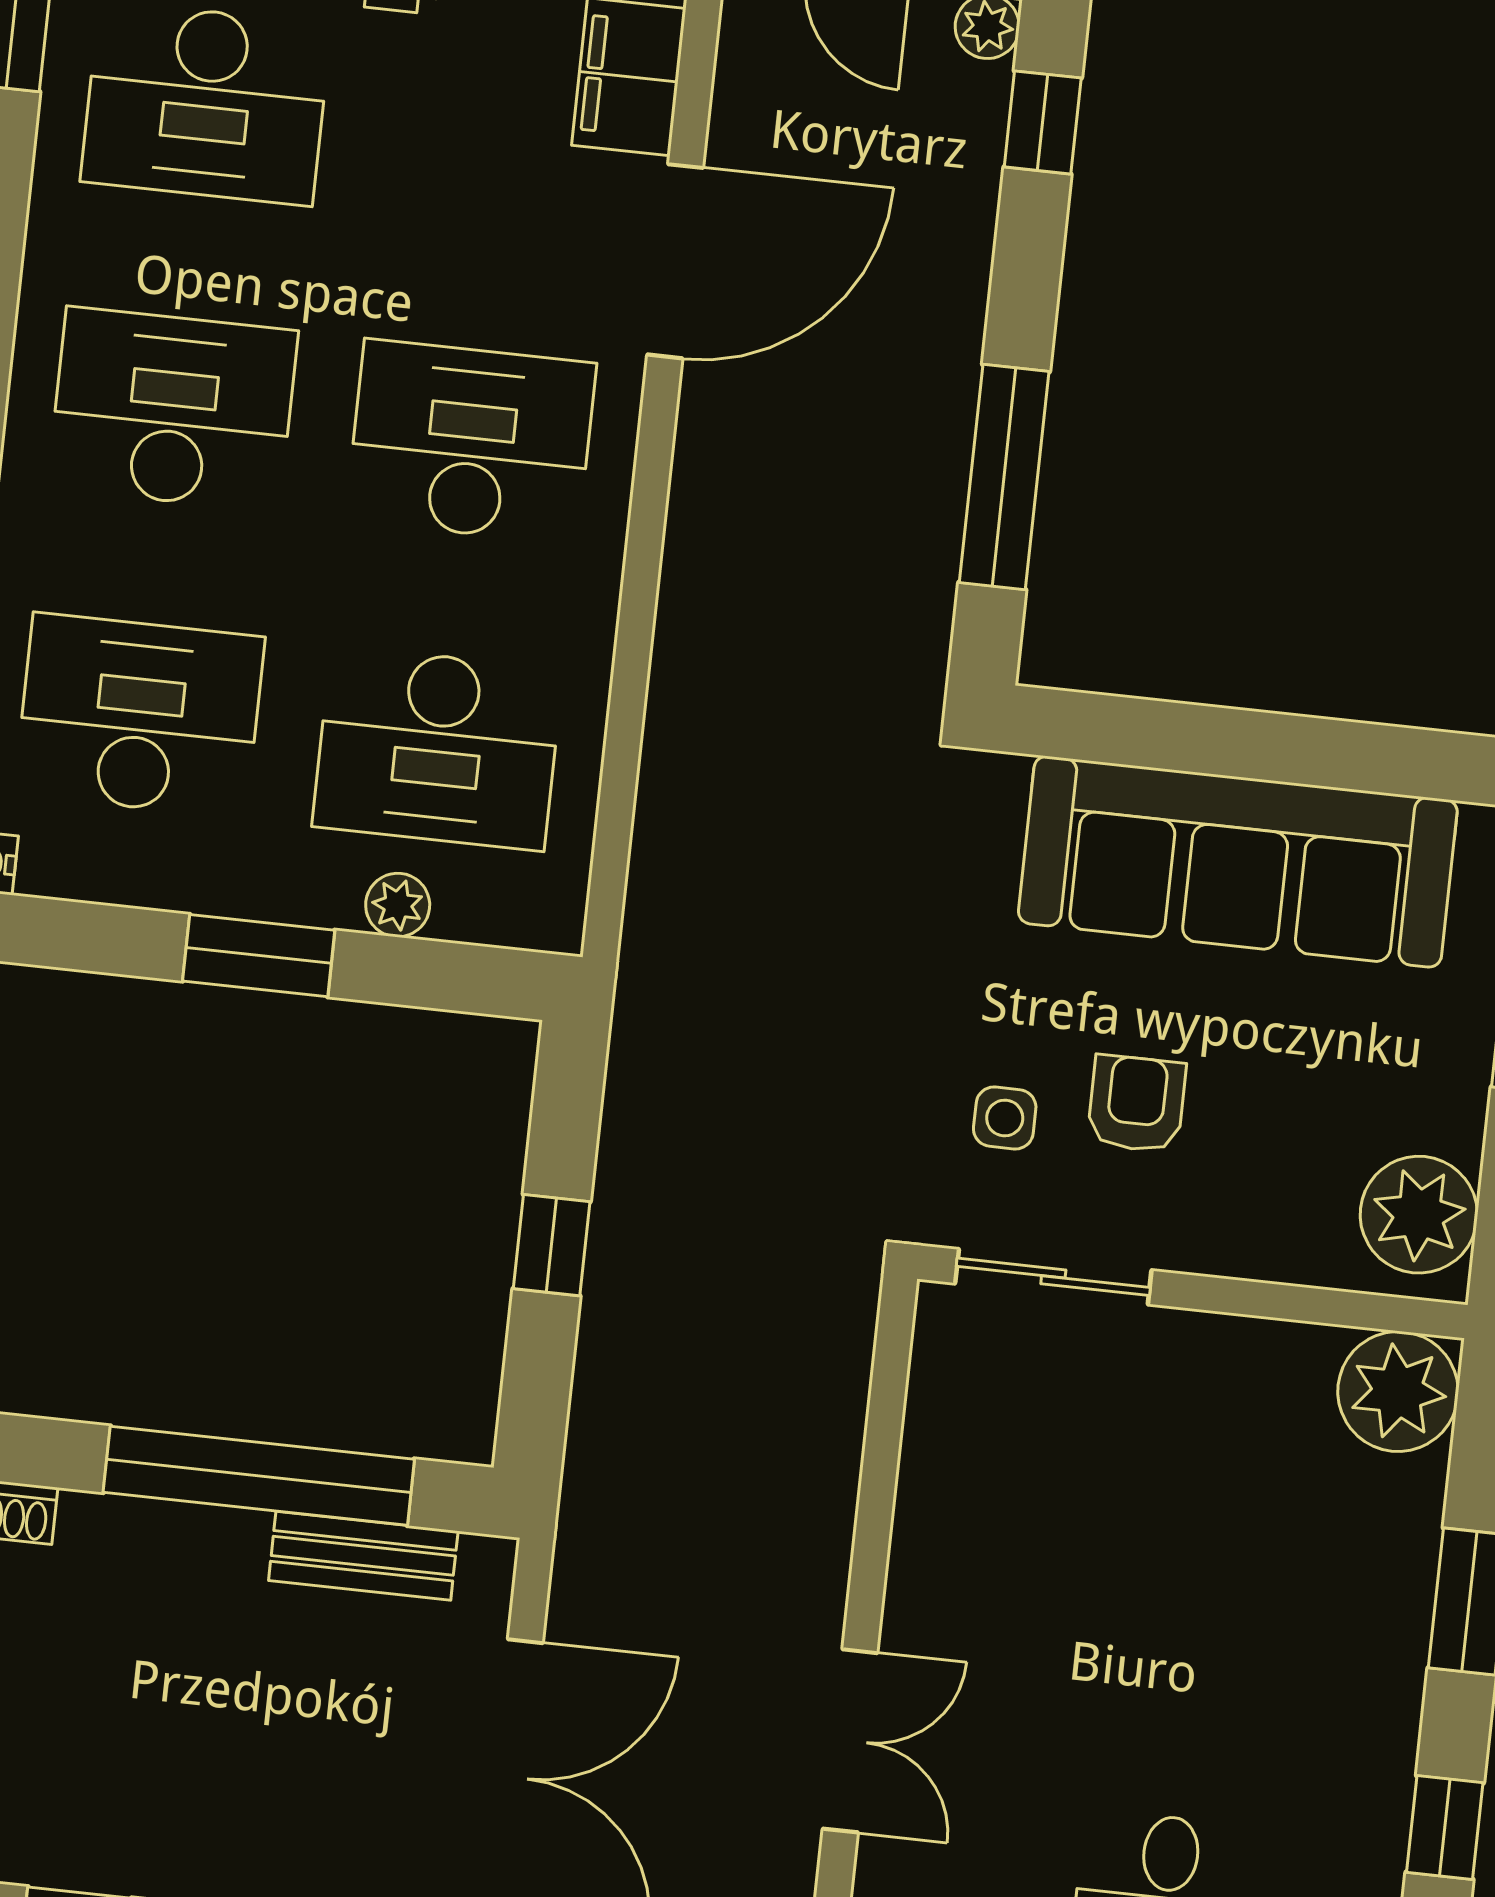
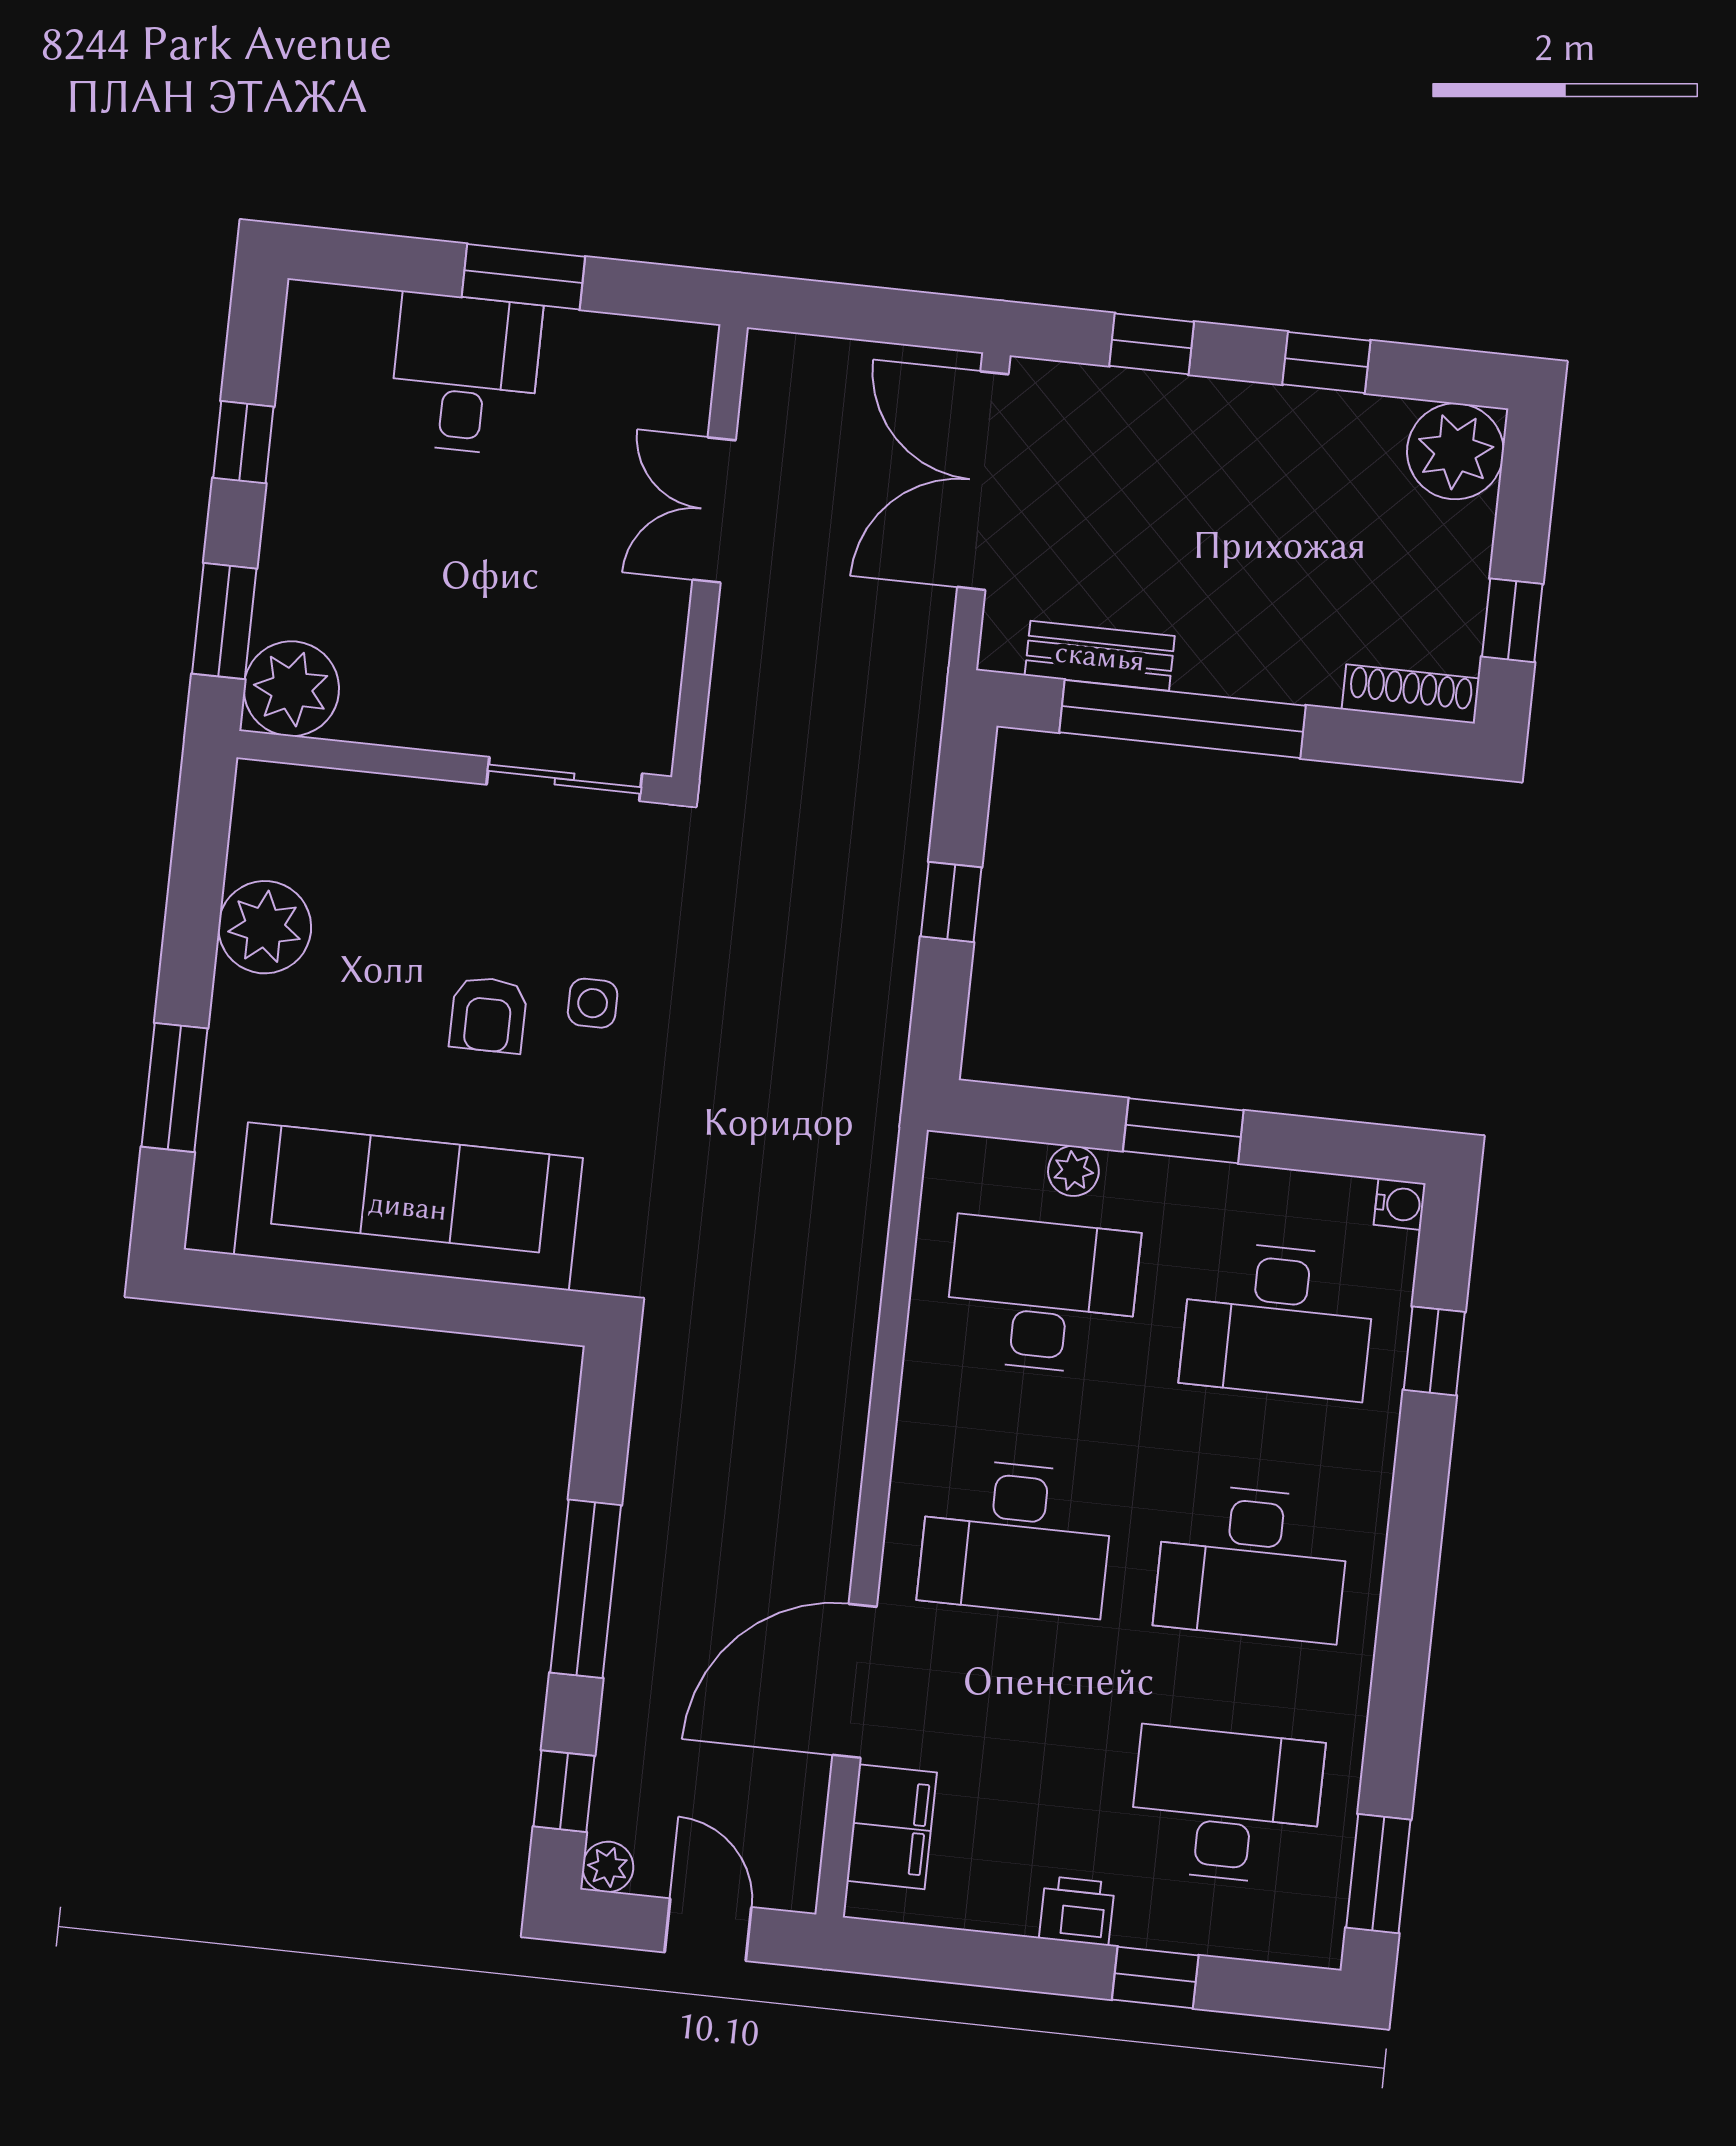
window: (1004, 477) -> (586, 1589), moved
sliding door: (1053, 1277) -> (564, 779), moved
wall: (1192, 1292) -> (454, 767), moved
plant: (1398, 1392) -> (291, 689), moved

